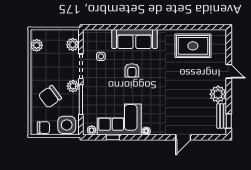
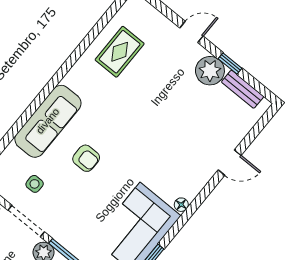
rug: (193, 46) -> (120, 52), width x0.73, depth x0.70
window: (229, 121) -> (230, 64), moved
door: (183, 137) -> (230, 163), hinge flipped

